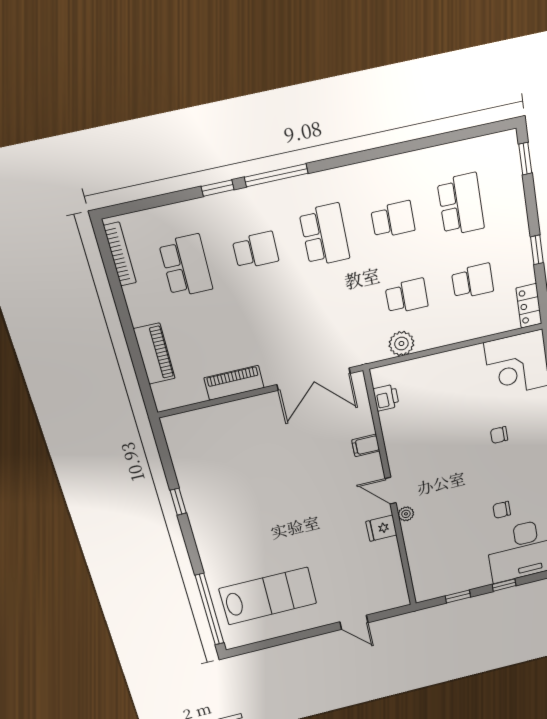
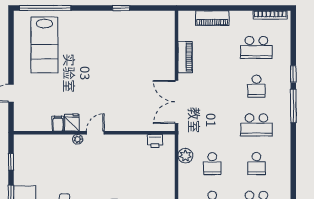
filing cabinet: (366, 445) -> (58, 124), moved

